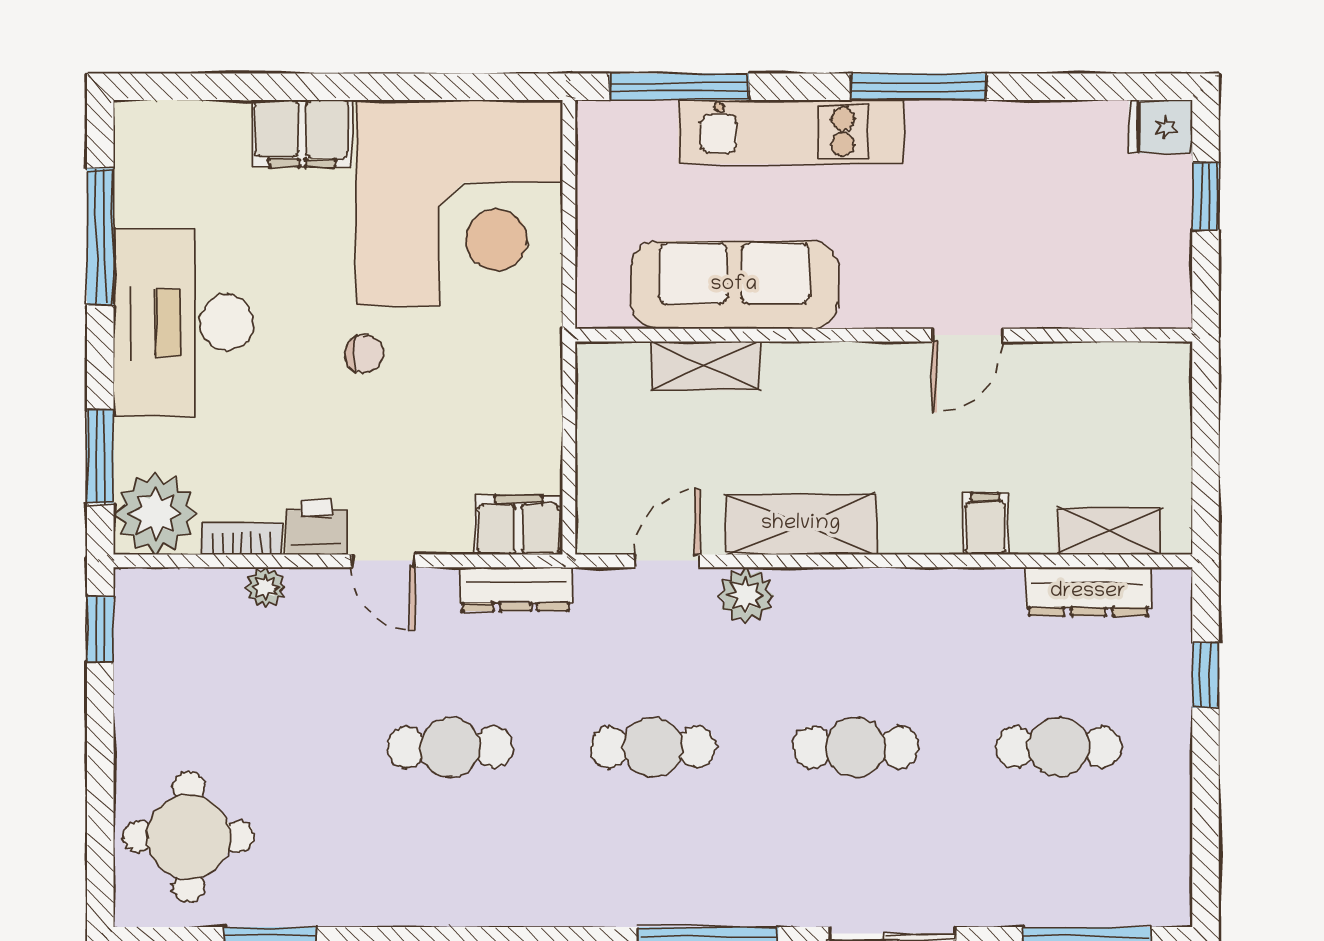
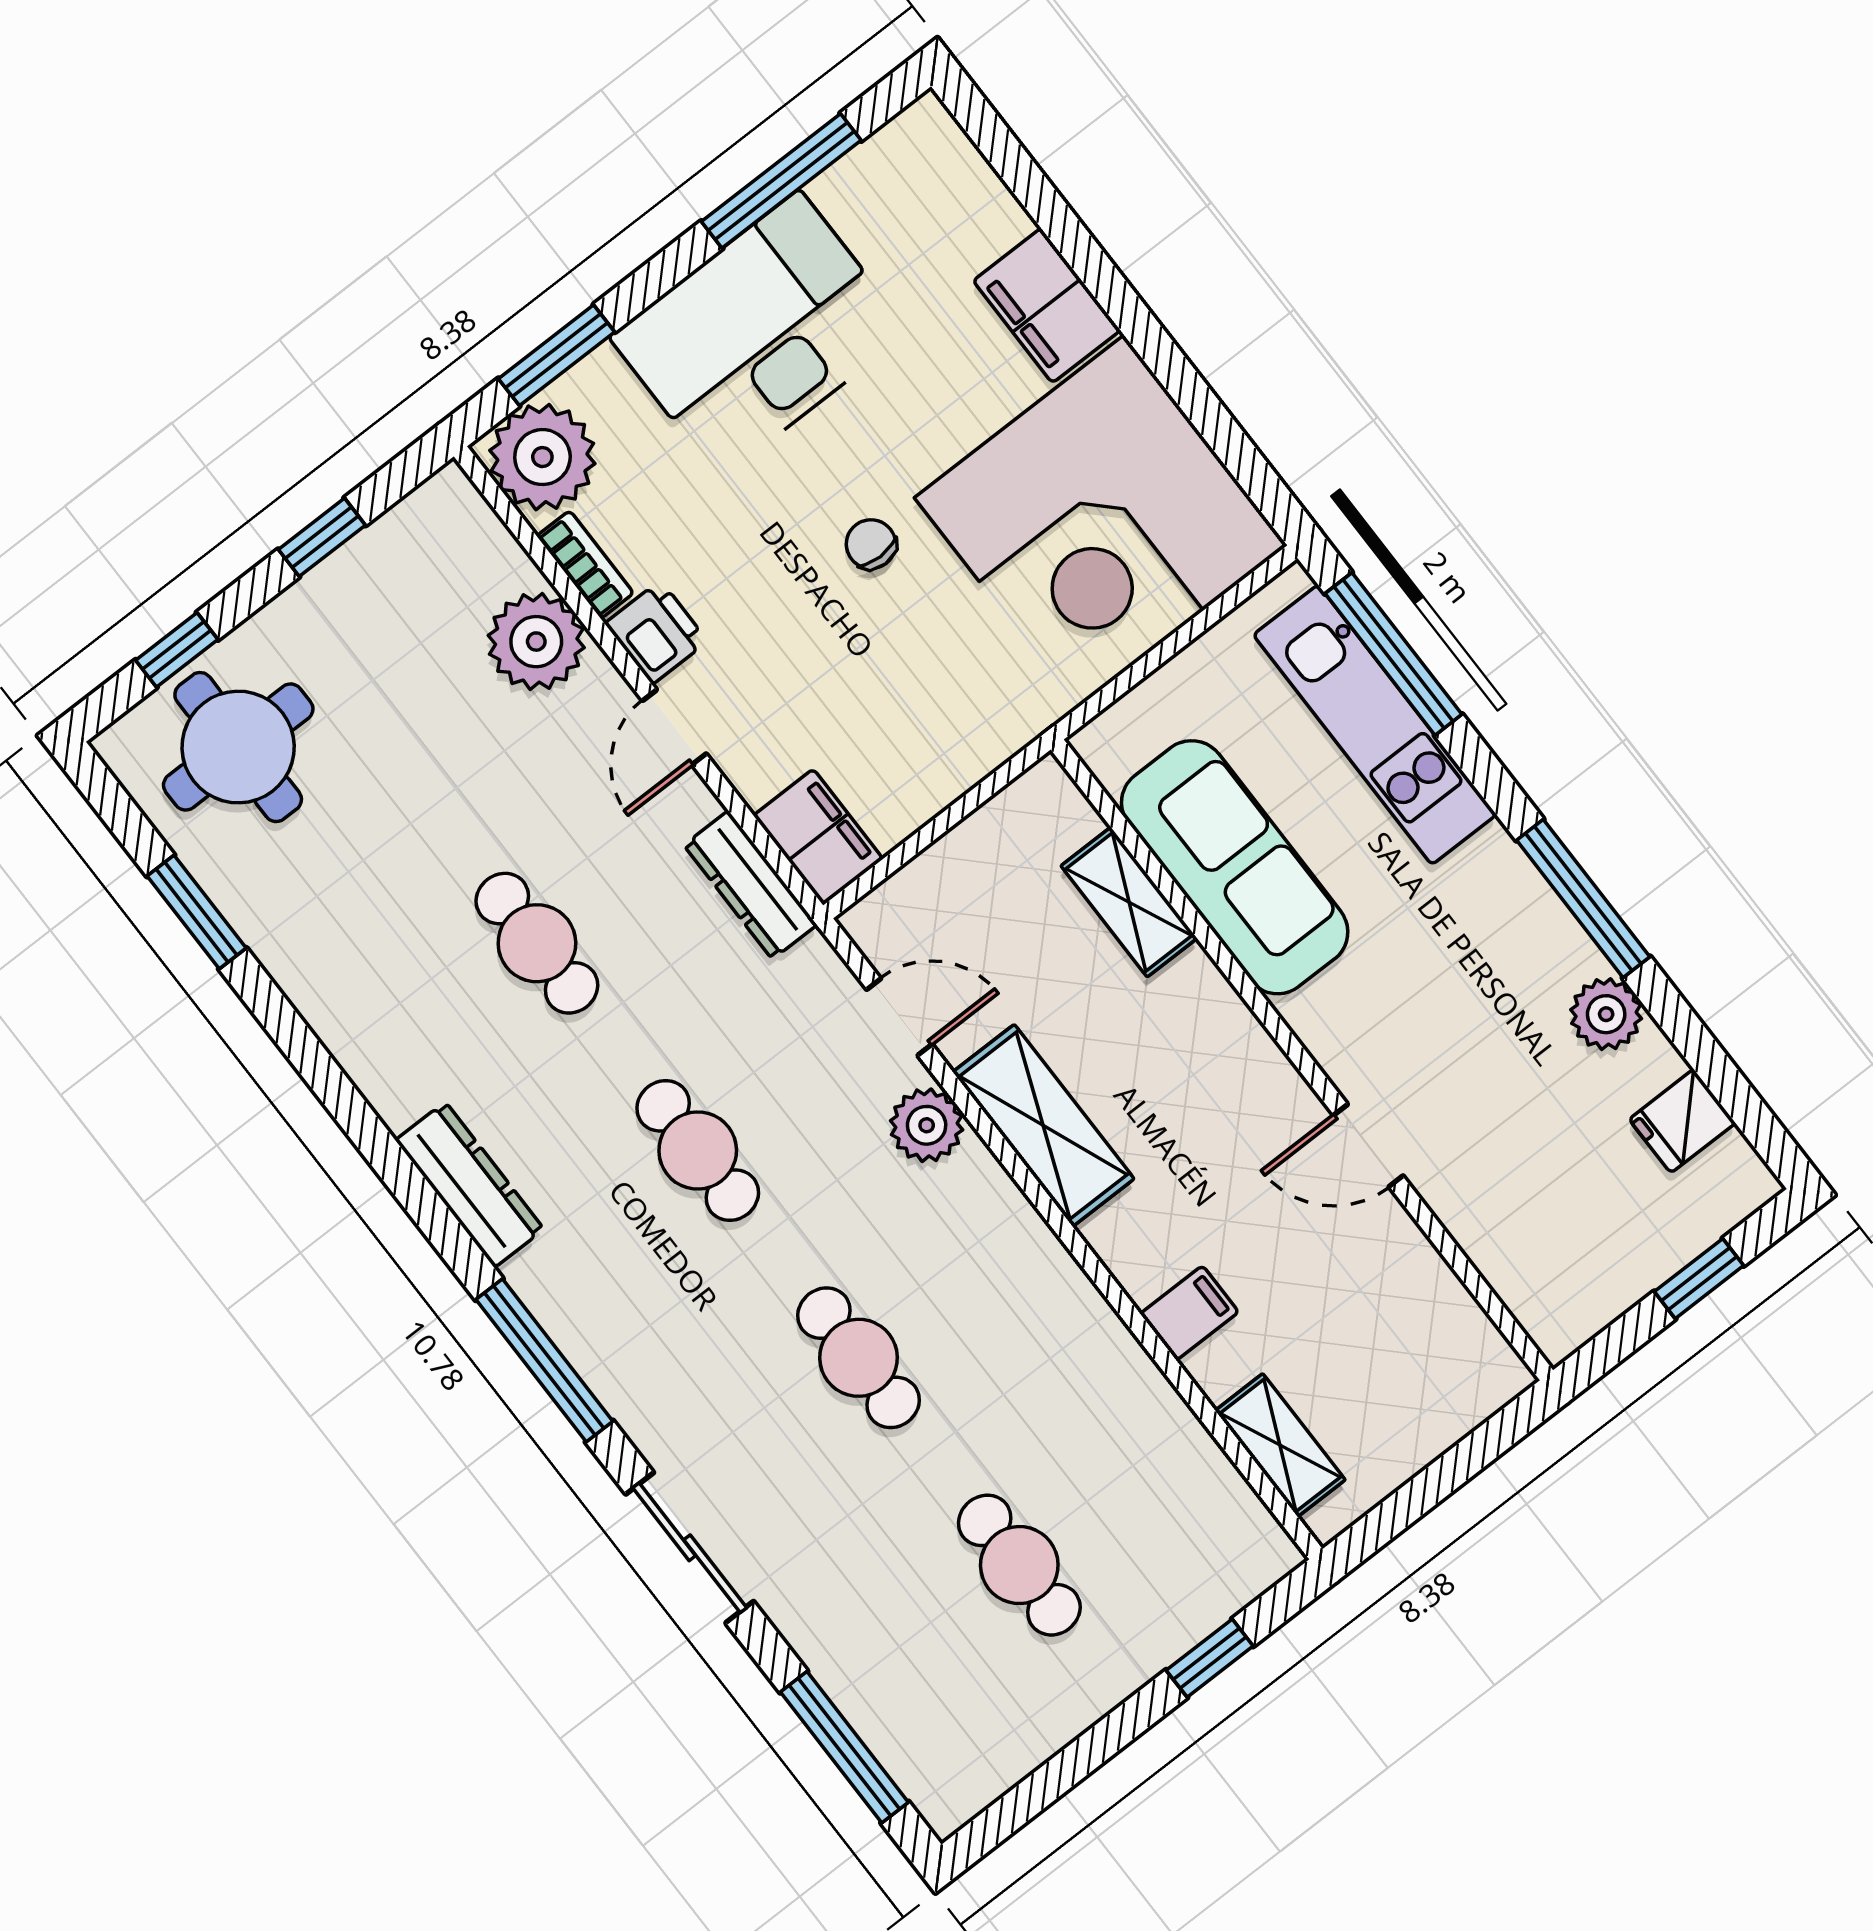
fridge: (1161, 127) -> (1682, 1121), moved, turned -90
plant: (1000, 128) -> (1606, 1014), added
kitchen unit: (791, 132) -> (1375, 725), moved
chair: (365, 354) -> (871, 544), turned 180
plant: (265, 587) -> (536, 642), width x1.87, depth x1.87
dresser: (1088, 592) -> (470, 1185), moved, turned 180
window: (100, 629) -> (322, 537), moved
window: (100, 828) -> (177, 650), added

